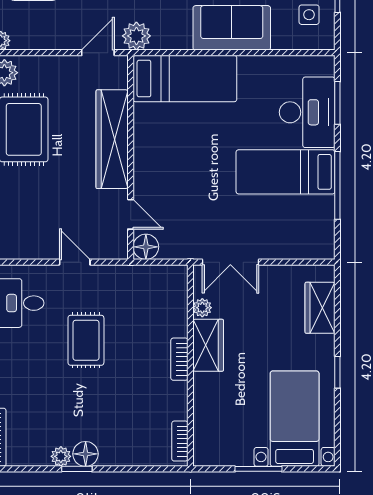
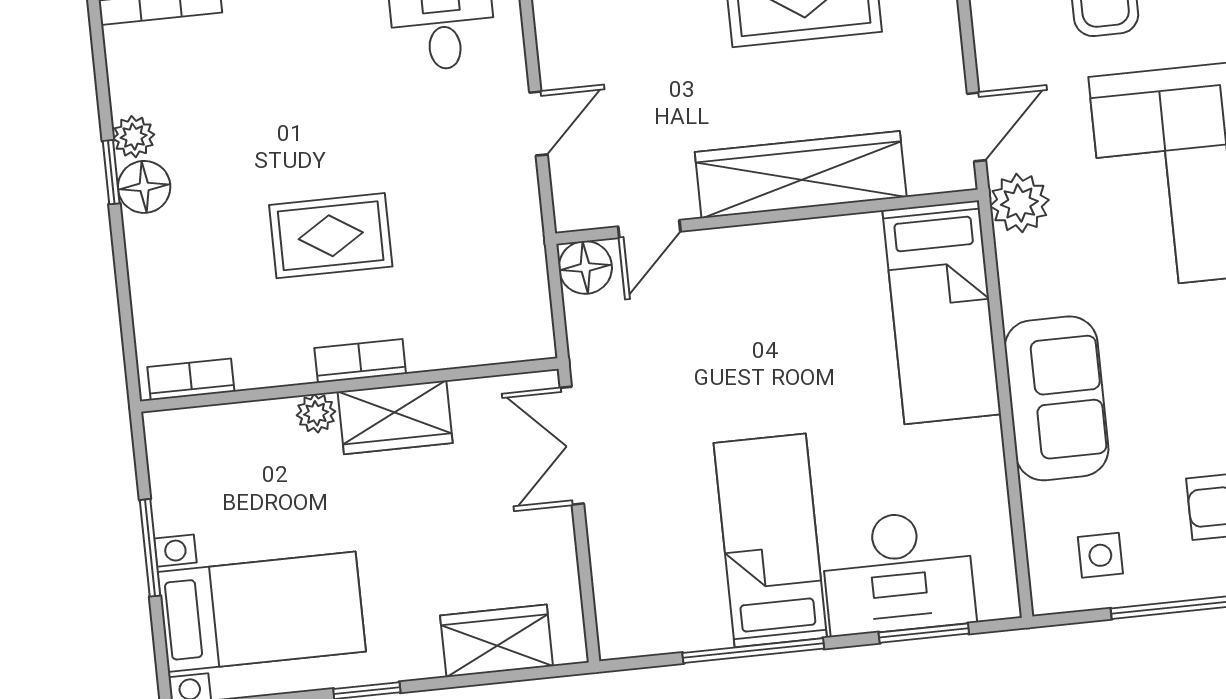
door: (98, 53) -> (977, 127), hinge flipped
plant: (202, 308) -> (316, 413), moved
rug: (86, 340) -> (331, 236), moved

